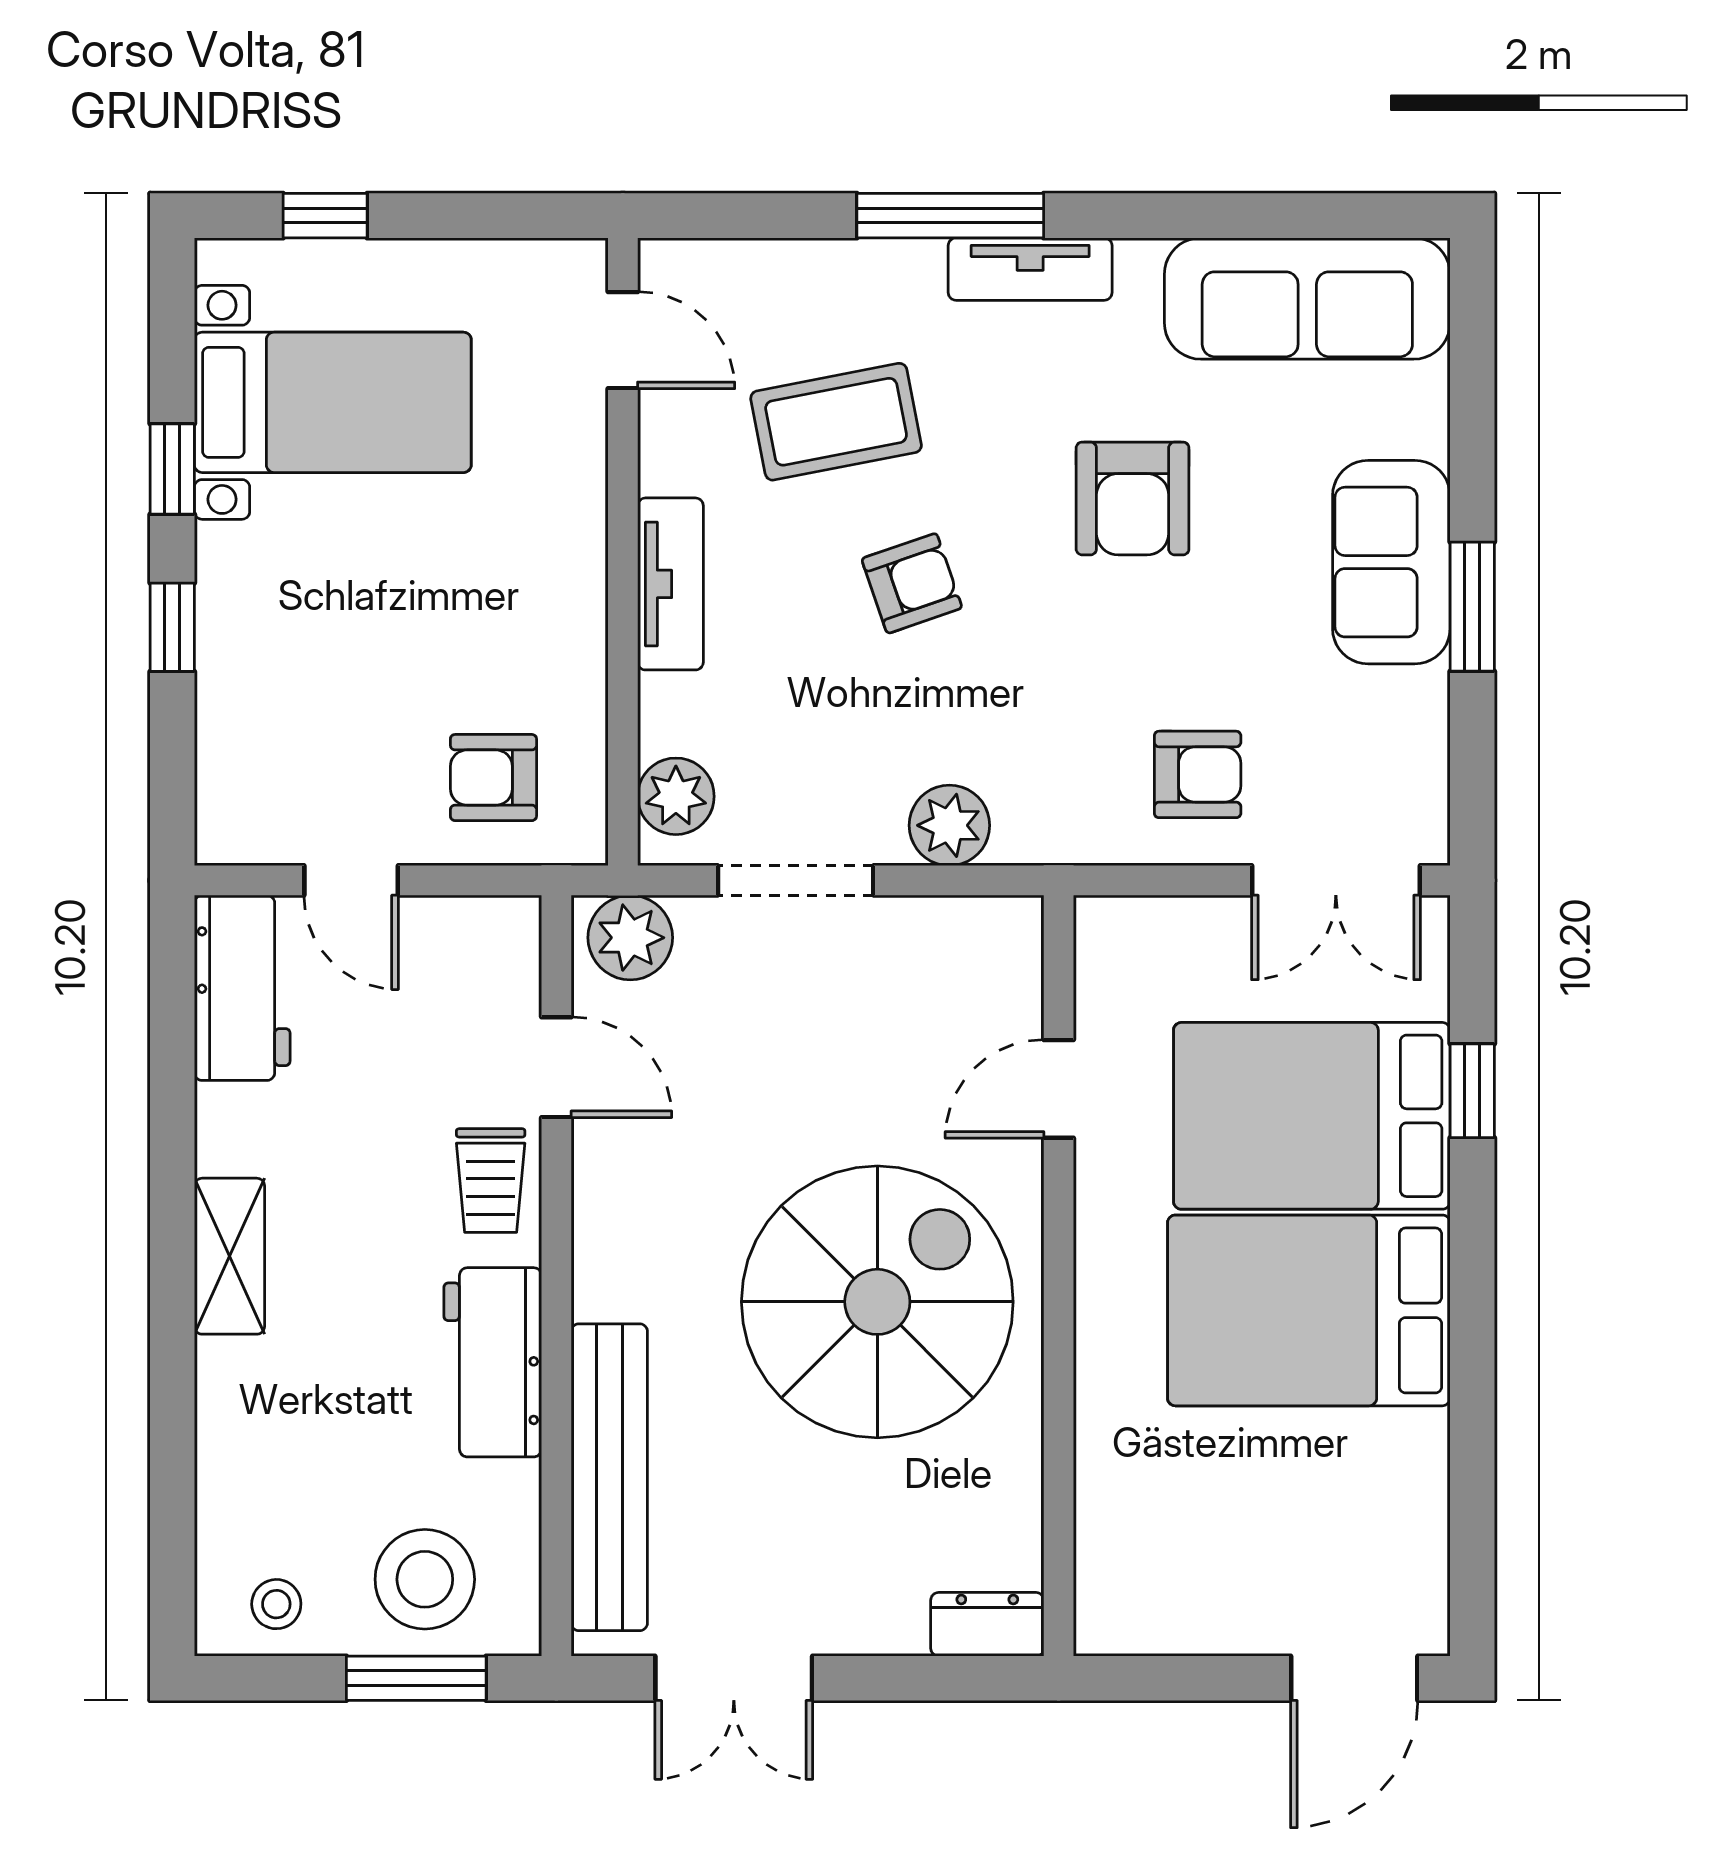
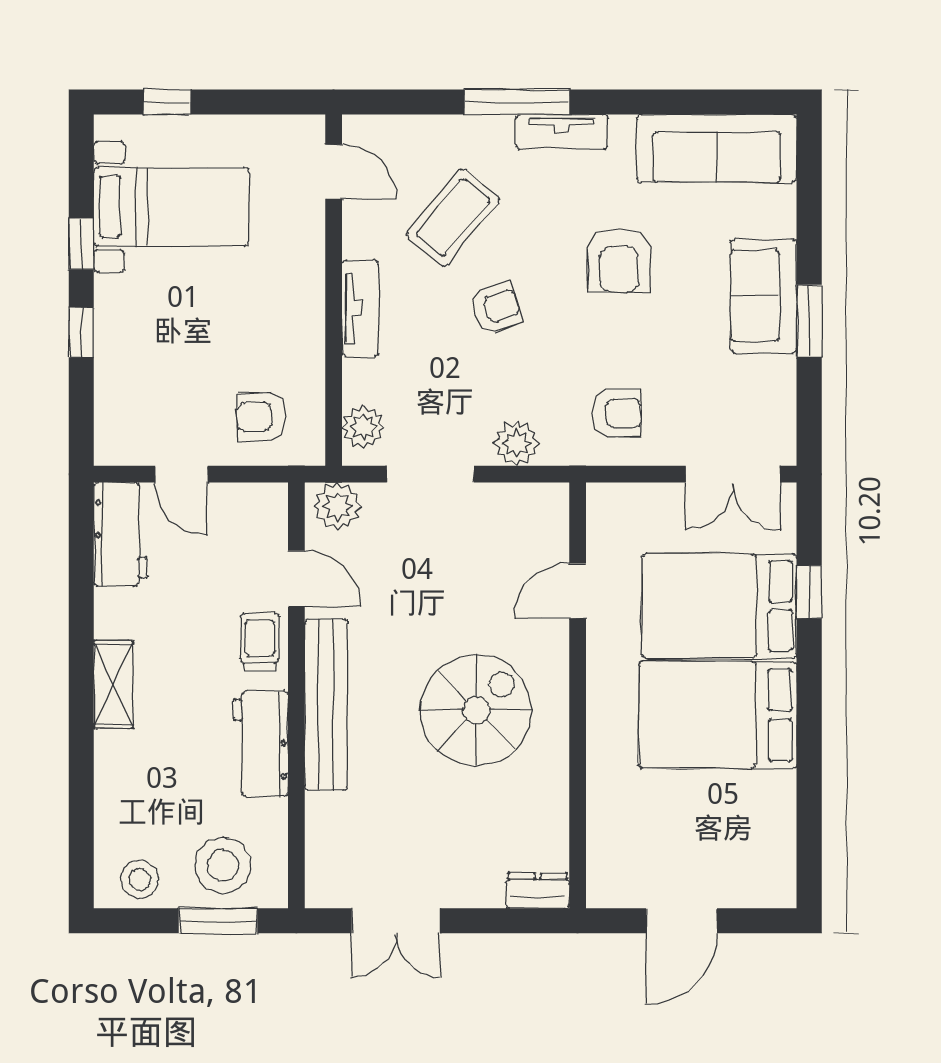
coffee table: (836, 422) -> (453, 217), turned -39
armchair: (1198, 774) -> (617, 413), moved
trolley: (491, 1181) -> (260, 642), turned 180
spiral stairs: (877, 1302) -> (476, 710), width x0.73, depth x0.73
bench: (609, 1477) -> (326, 705), moved
stool: (276, 1604) -> (140, 879), width x1.37, depth x1.37
door: (1354, 1678) -> (681, 921), moved

